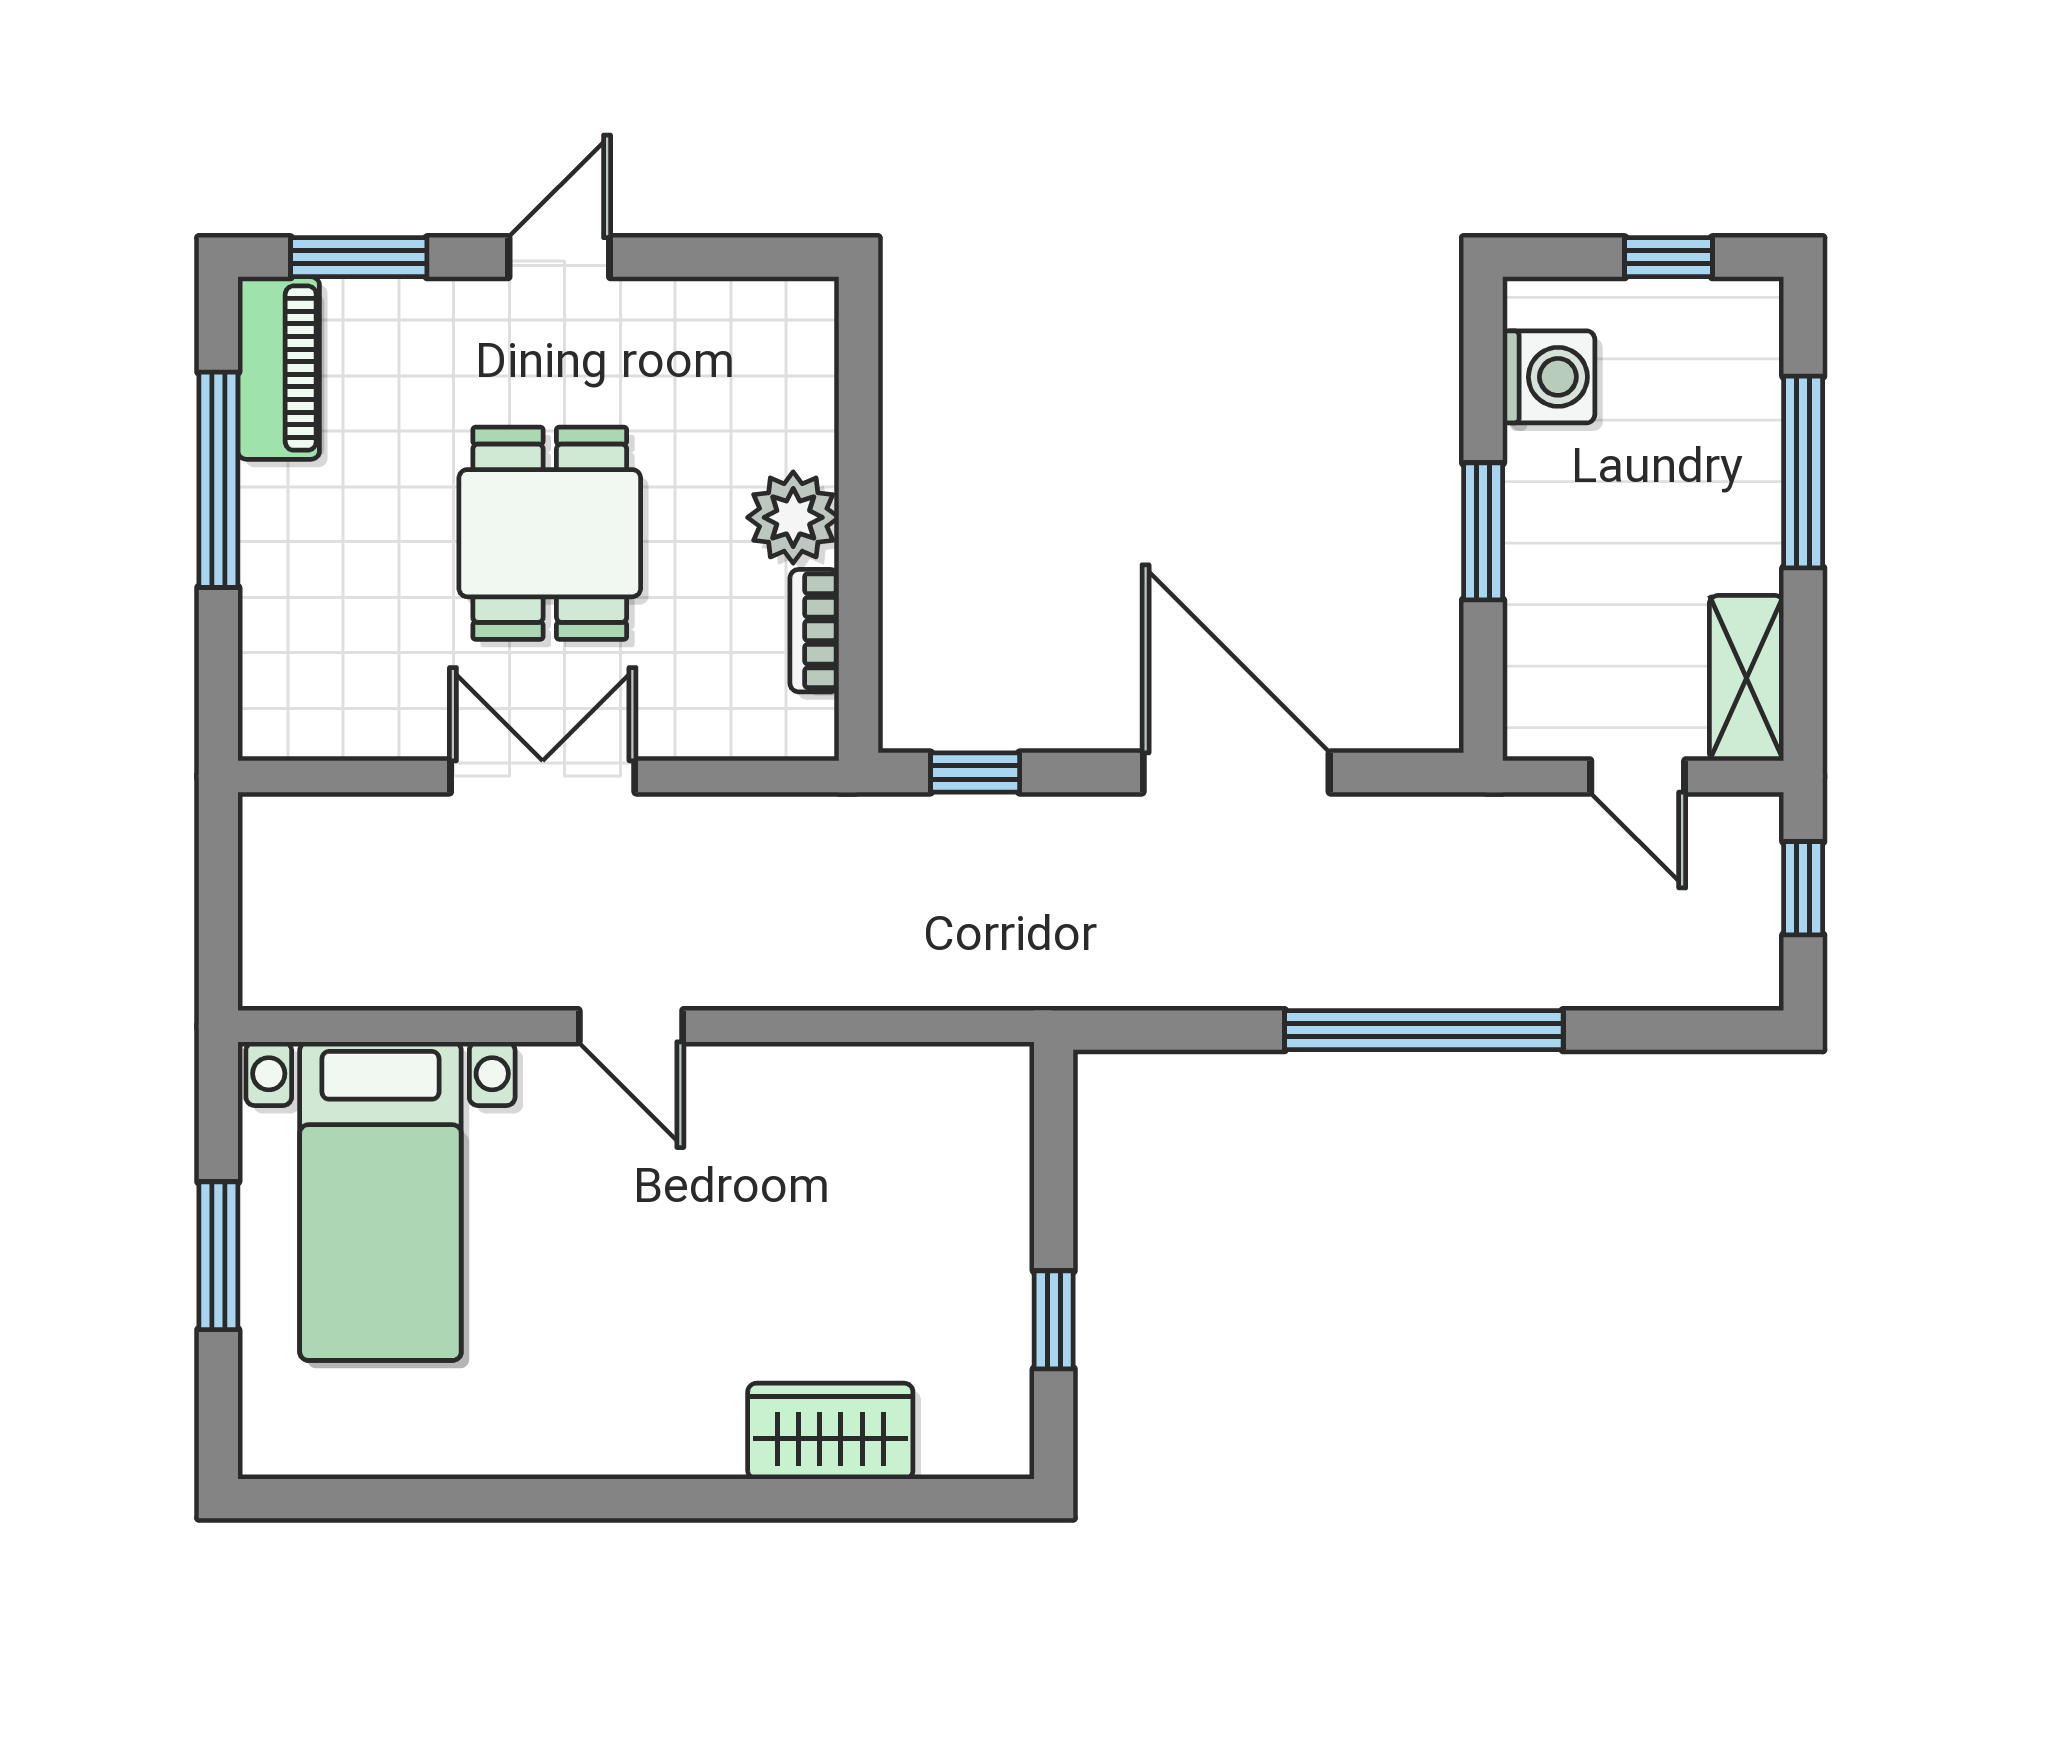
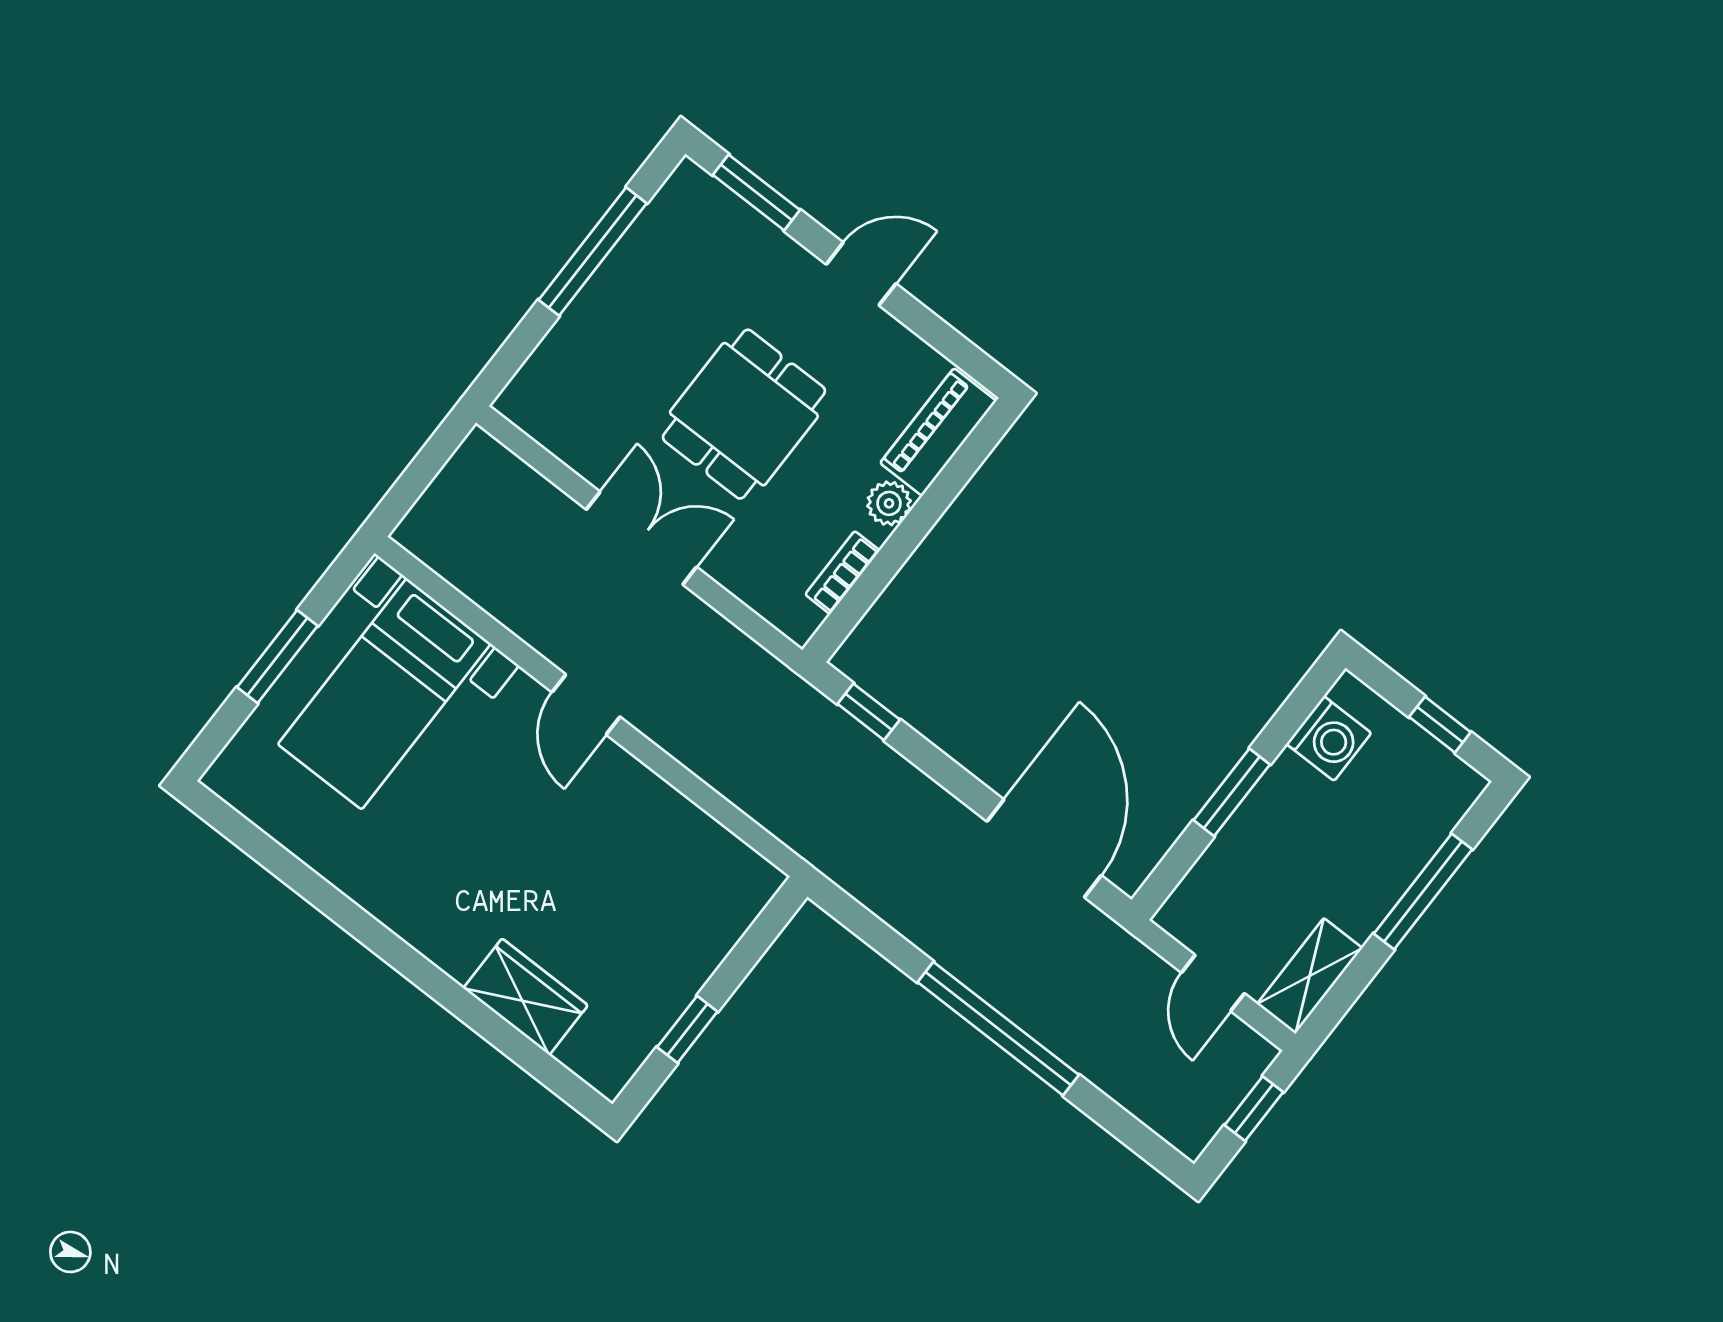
piano: (279, 368) -> (938, 432), moved, turned 180
plant: (793, 517) -> (889, 503), width x0.73, depth x0.73
door: (1236, 772) -> (1044, 848), moved

